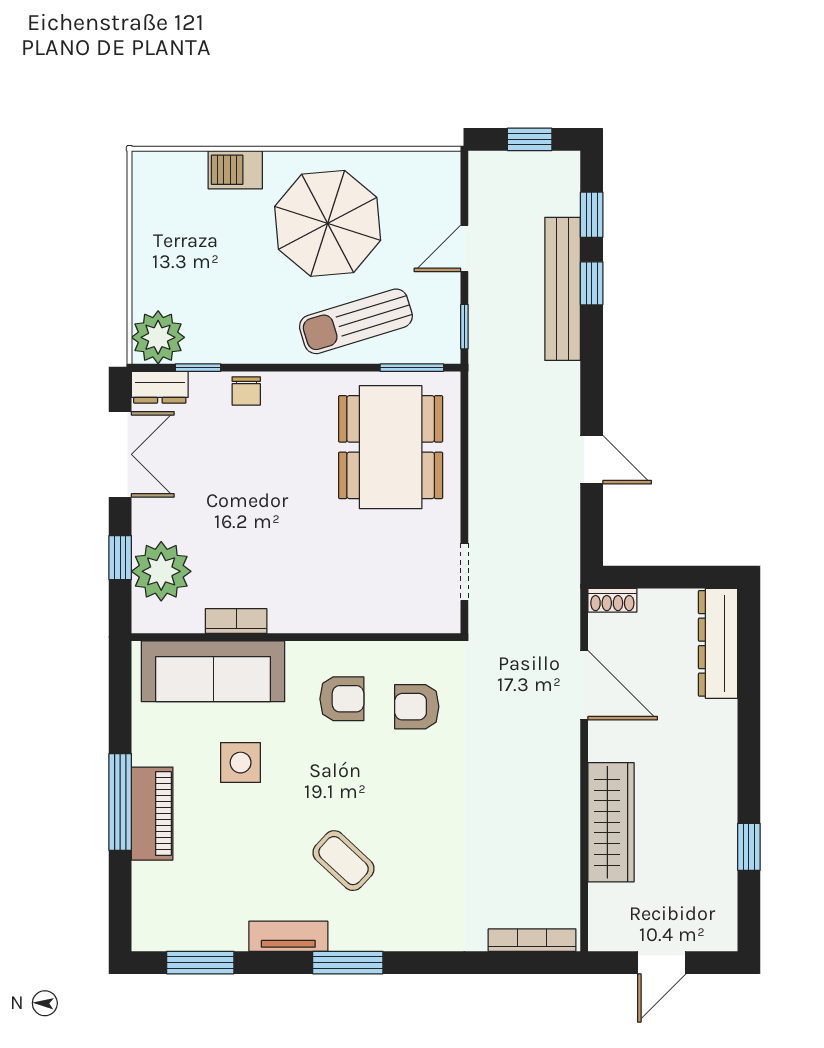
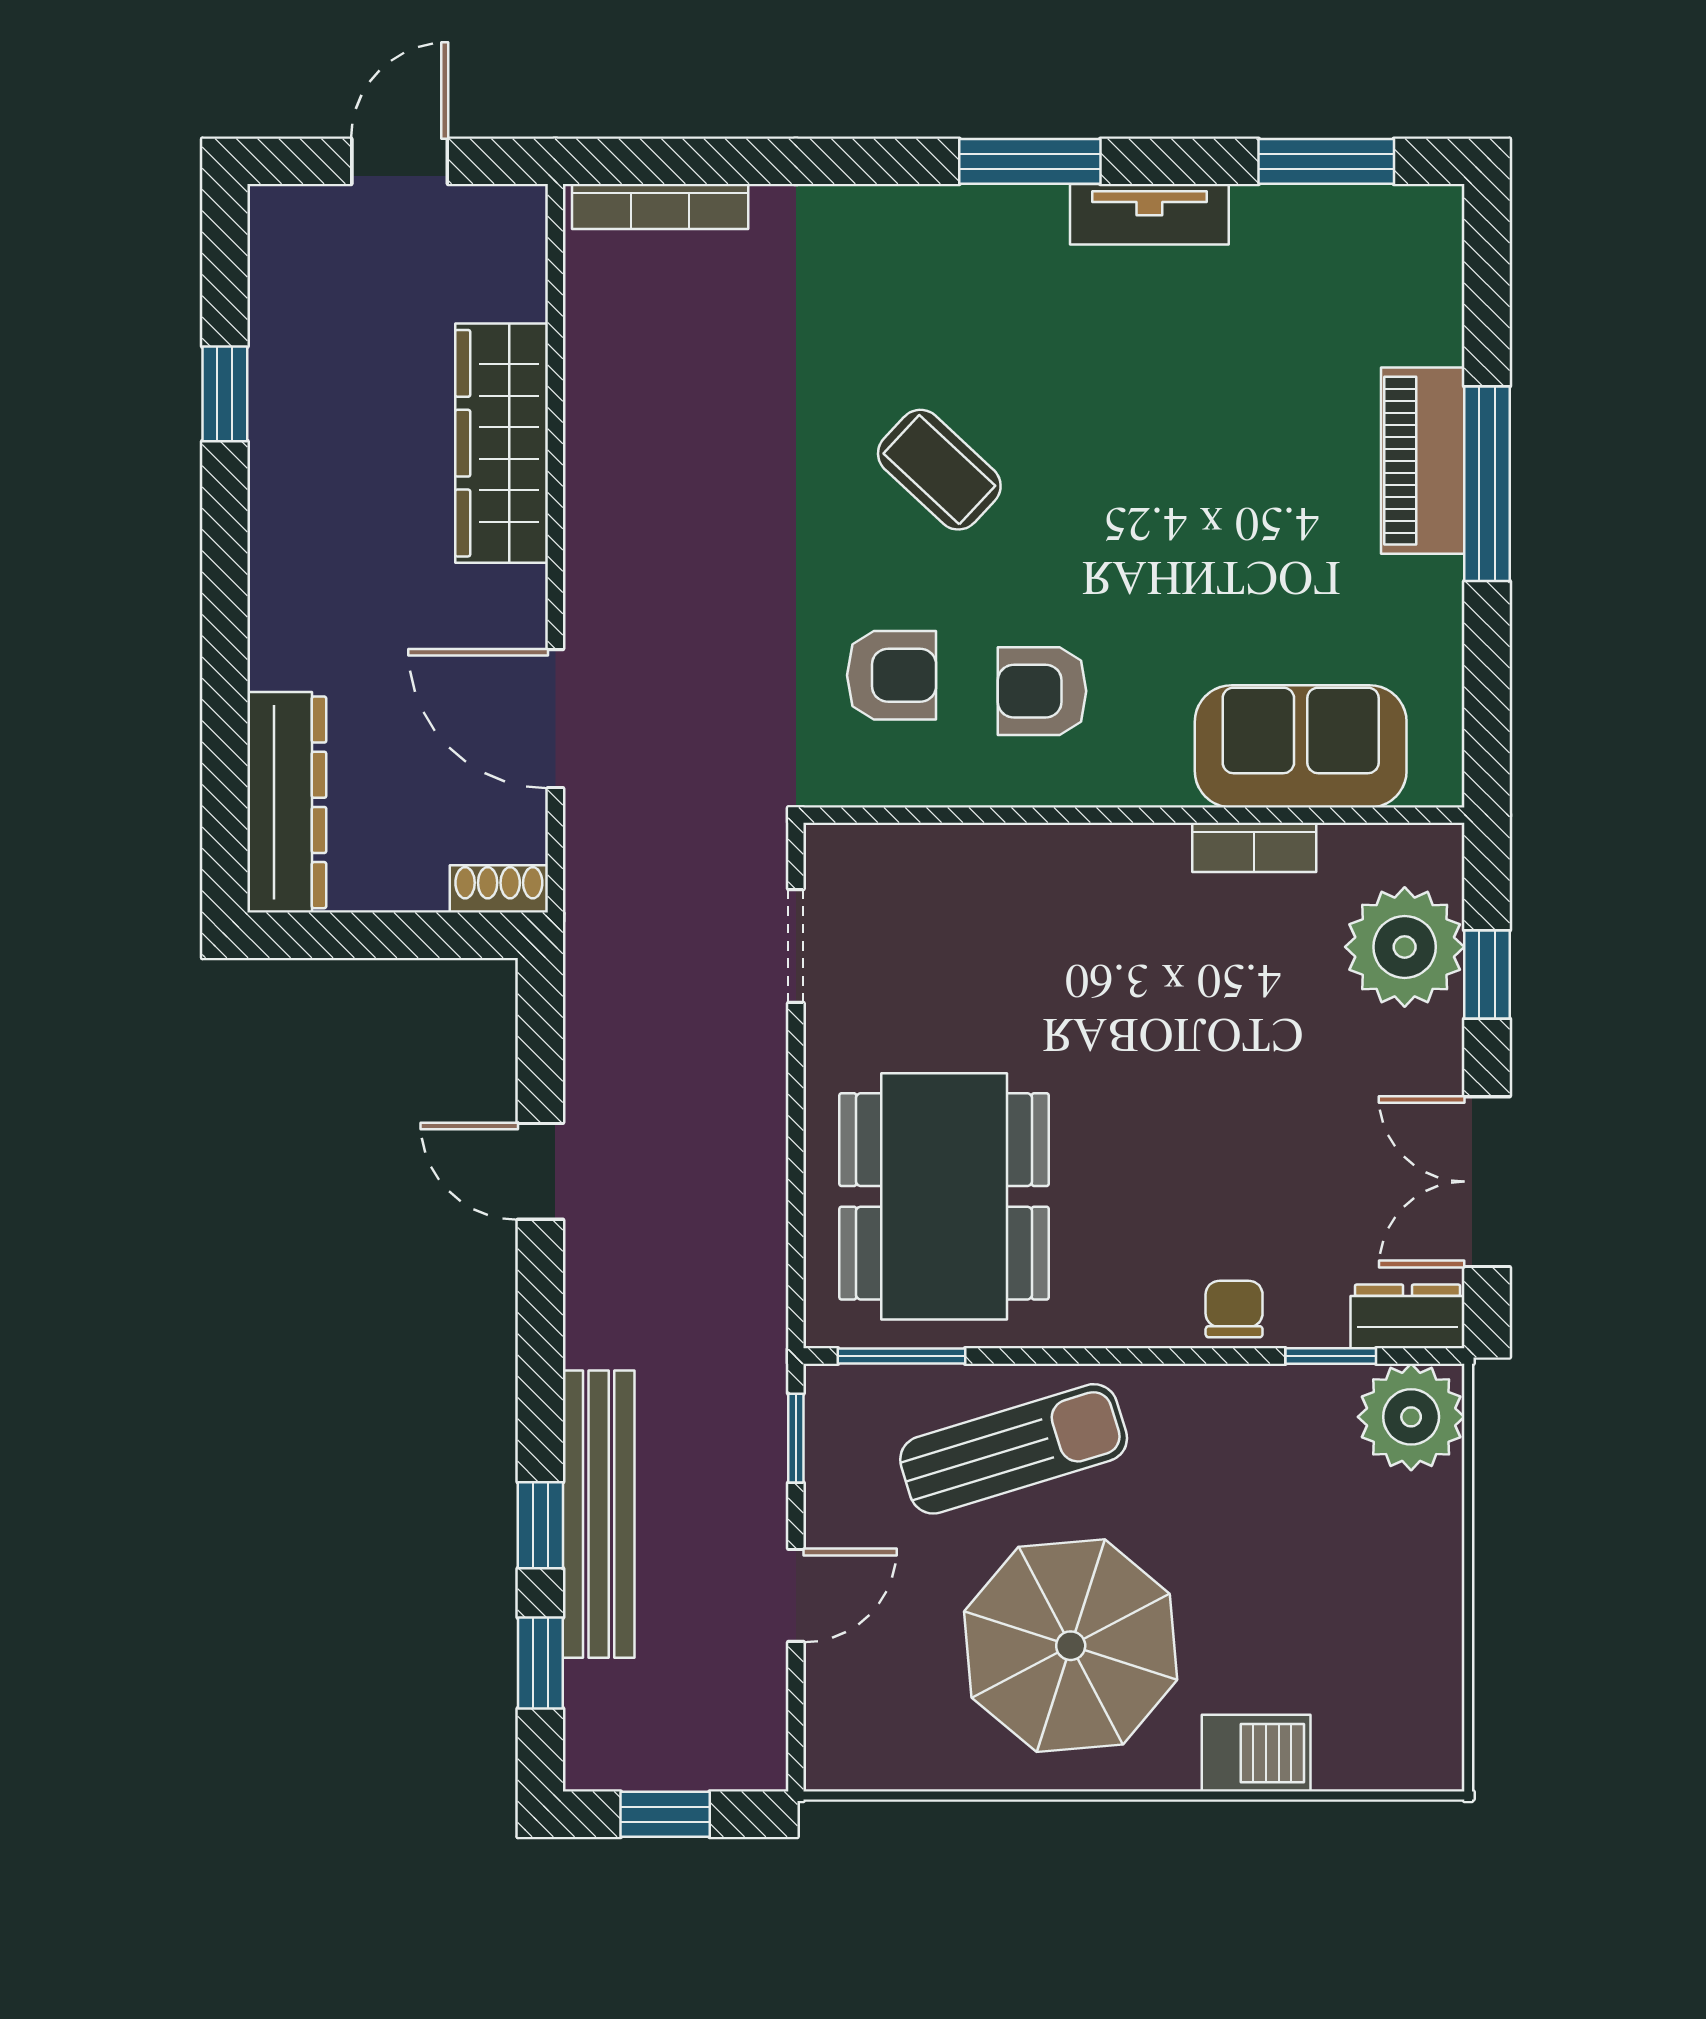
sofa: (213, 671) -> (1301, 746), width x0.73
side table: (241, 763) -> (1245, 563), removed
coffee table: (344, 861) -> (939, 470), moved

